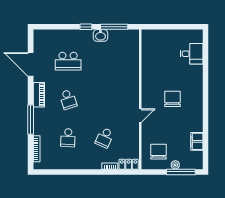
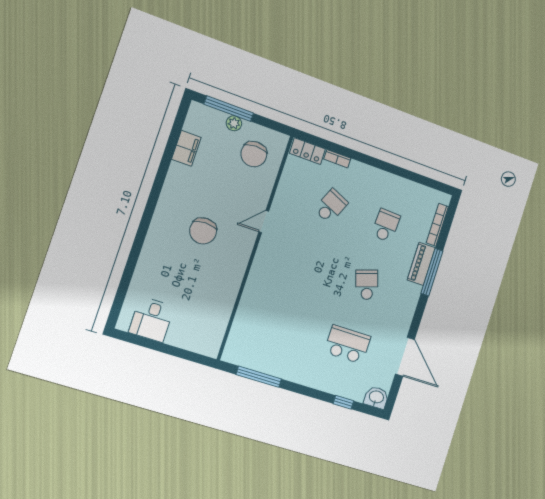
window: (86, 27) -> (343, 402), moved
washbasin: (100, 35) -> (376, 397), moved
desk: (192, 54) -> (152, 319), moved, turned -90
piano: (39, 95) -> (421, 264), moved

